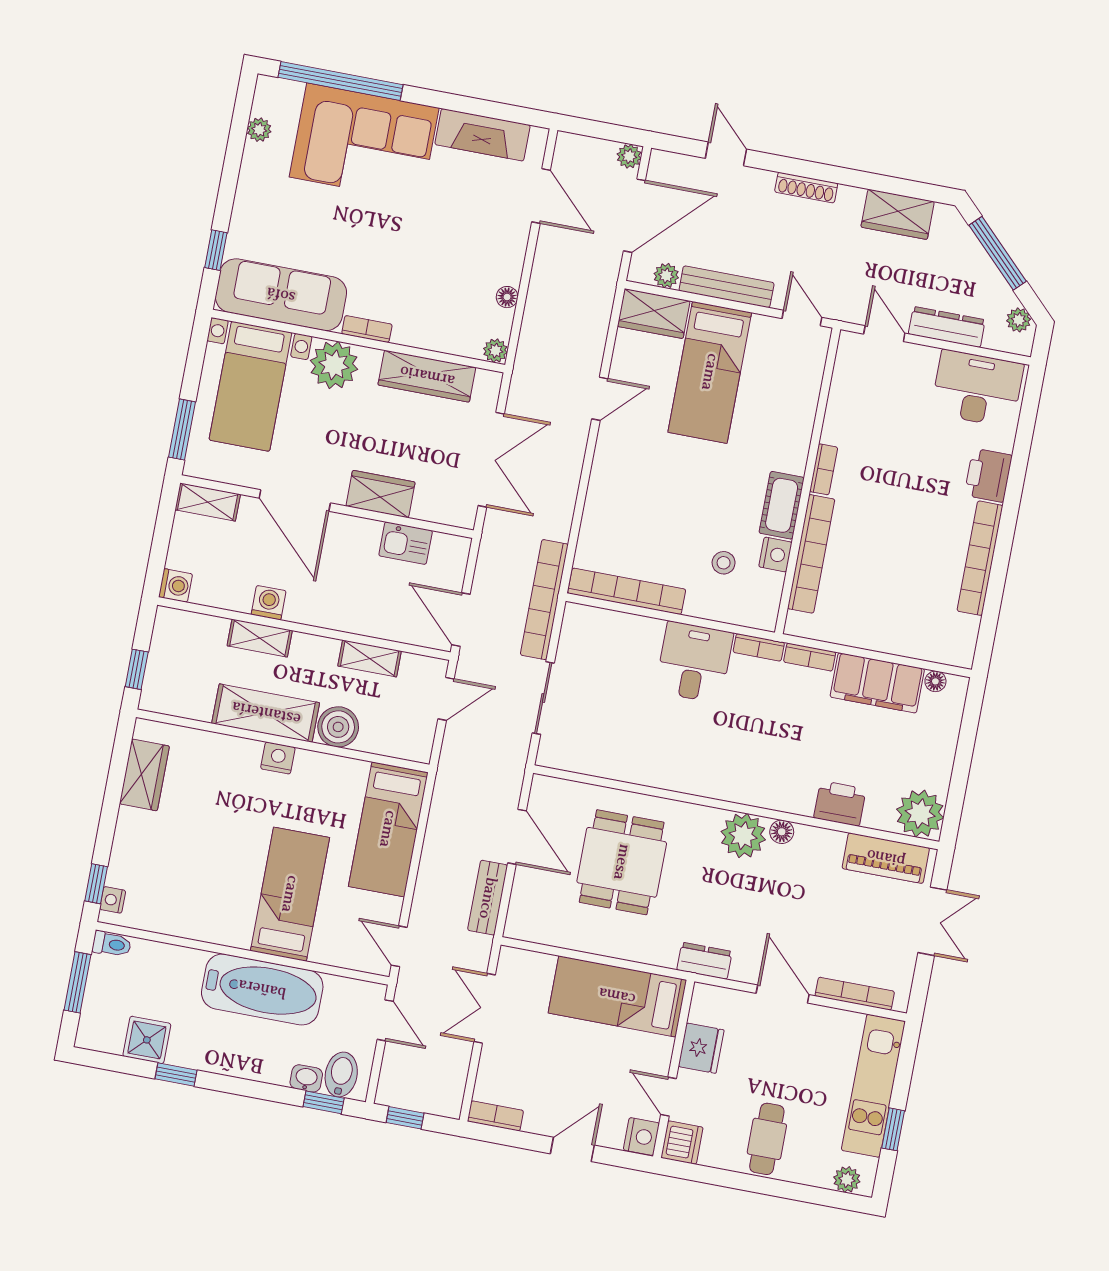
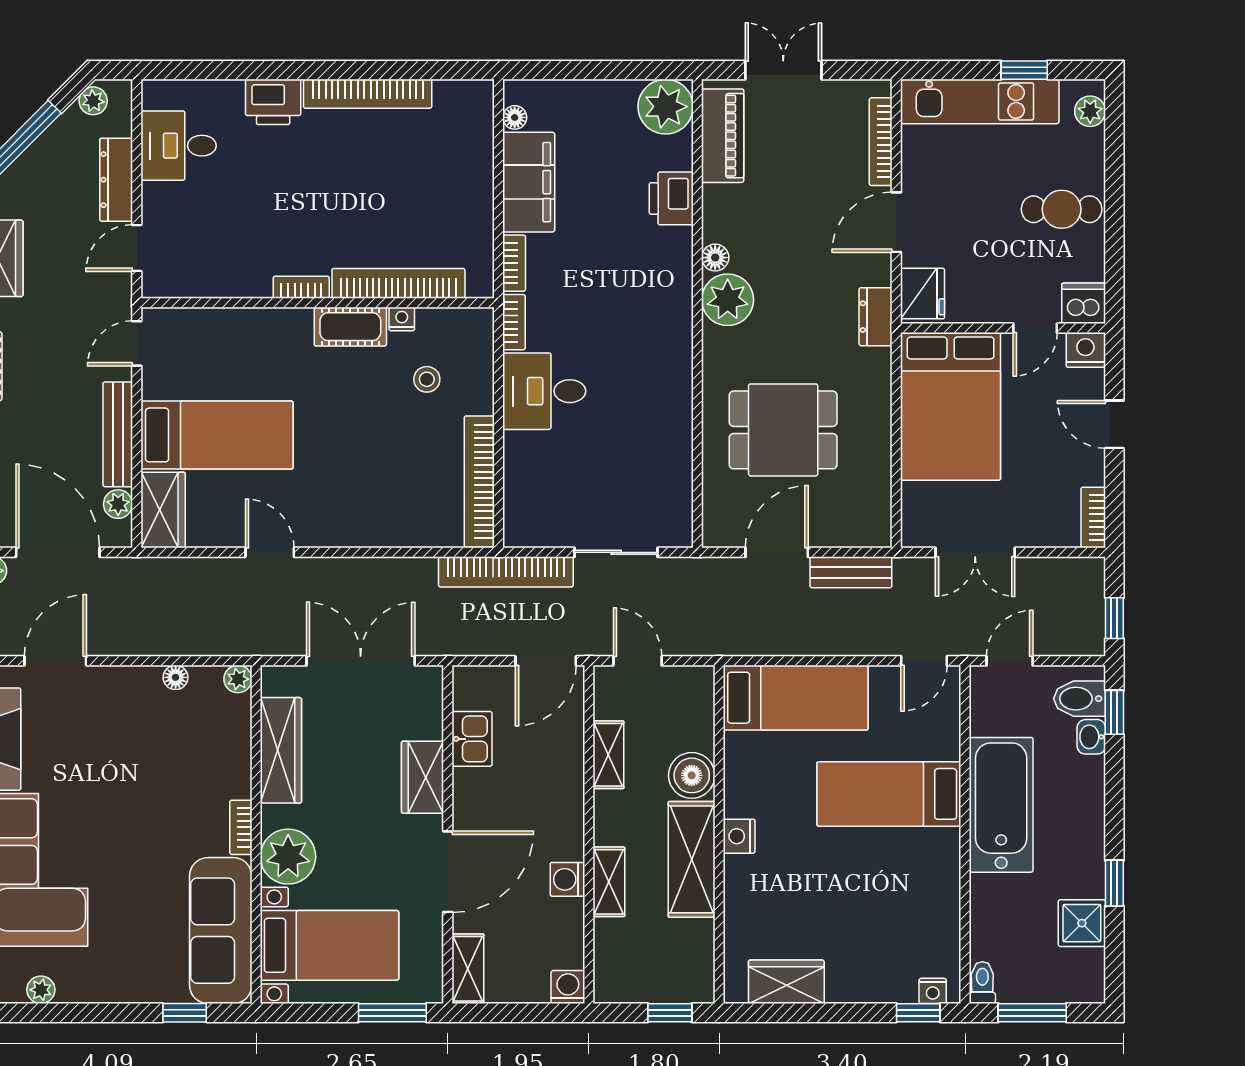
desk: (977, 389) -> (179, 146), width x0.73
nightstand: (775, 555) -> (402, 319), width x0.72, depth x0.74
bed: (617, 996) -> (951, 406), width x1.50
fridge: (701, 1048) -> (923, 294), moved, turned 90

